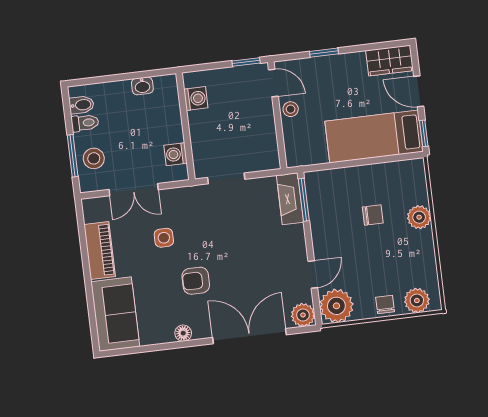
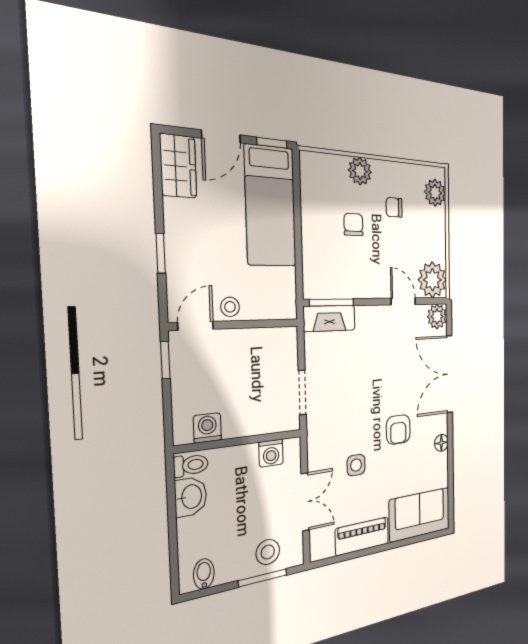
washbasin: (142, 86) -> (191, 497), width x1.38, depth x1.45
toilet: (85, 123) -> (191, 465), moved, turned 90
chair: (385, 305) -> (394, 207), moved

